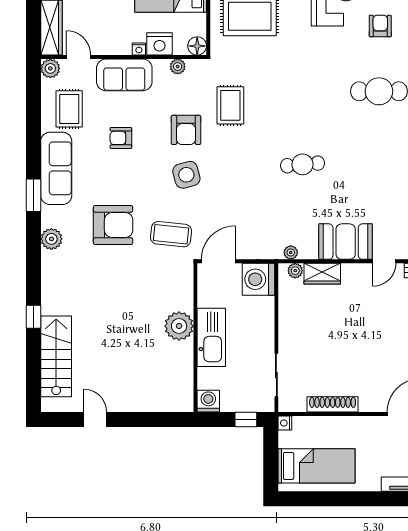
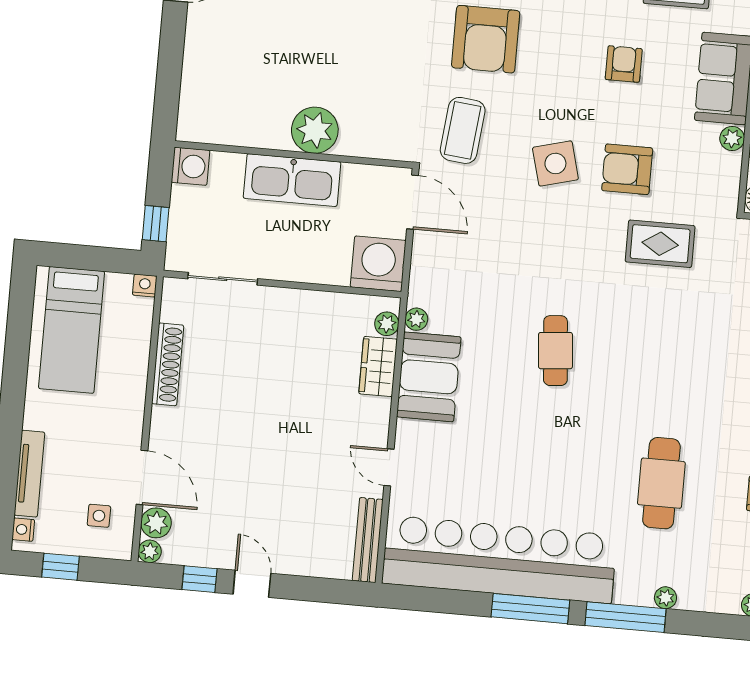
plant: (178, 67) -> (732, 138), moved
booth: (346, 242) -> (429, 377), moved

